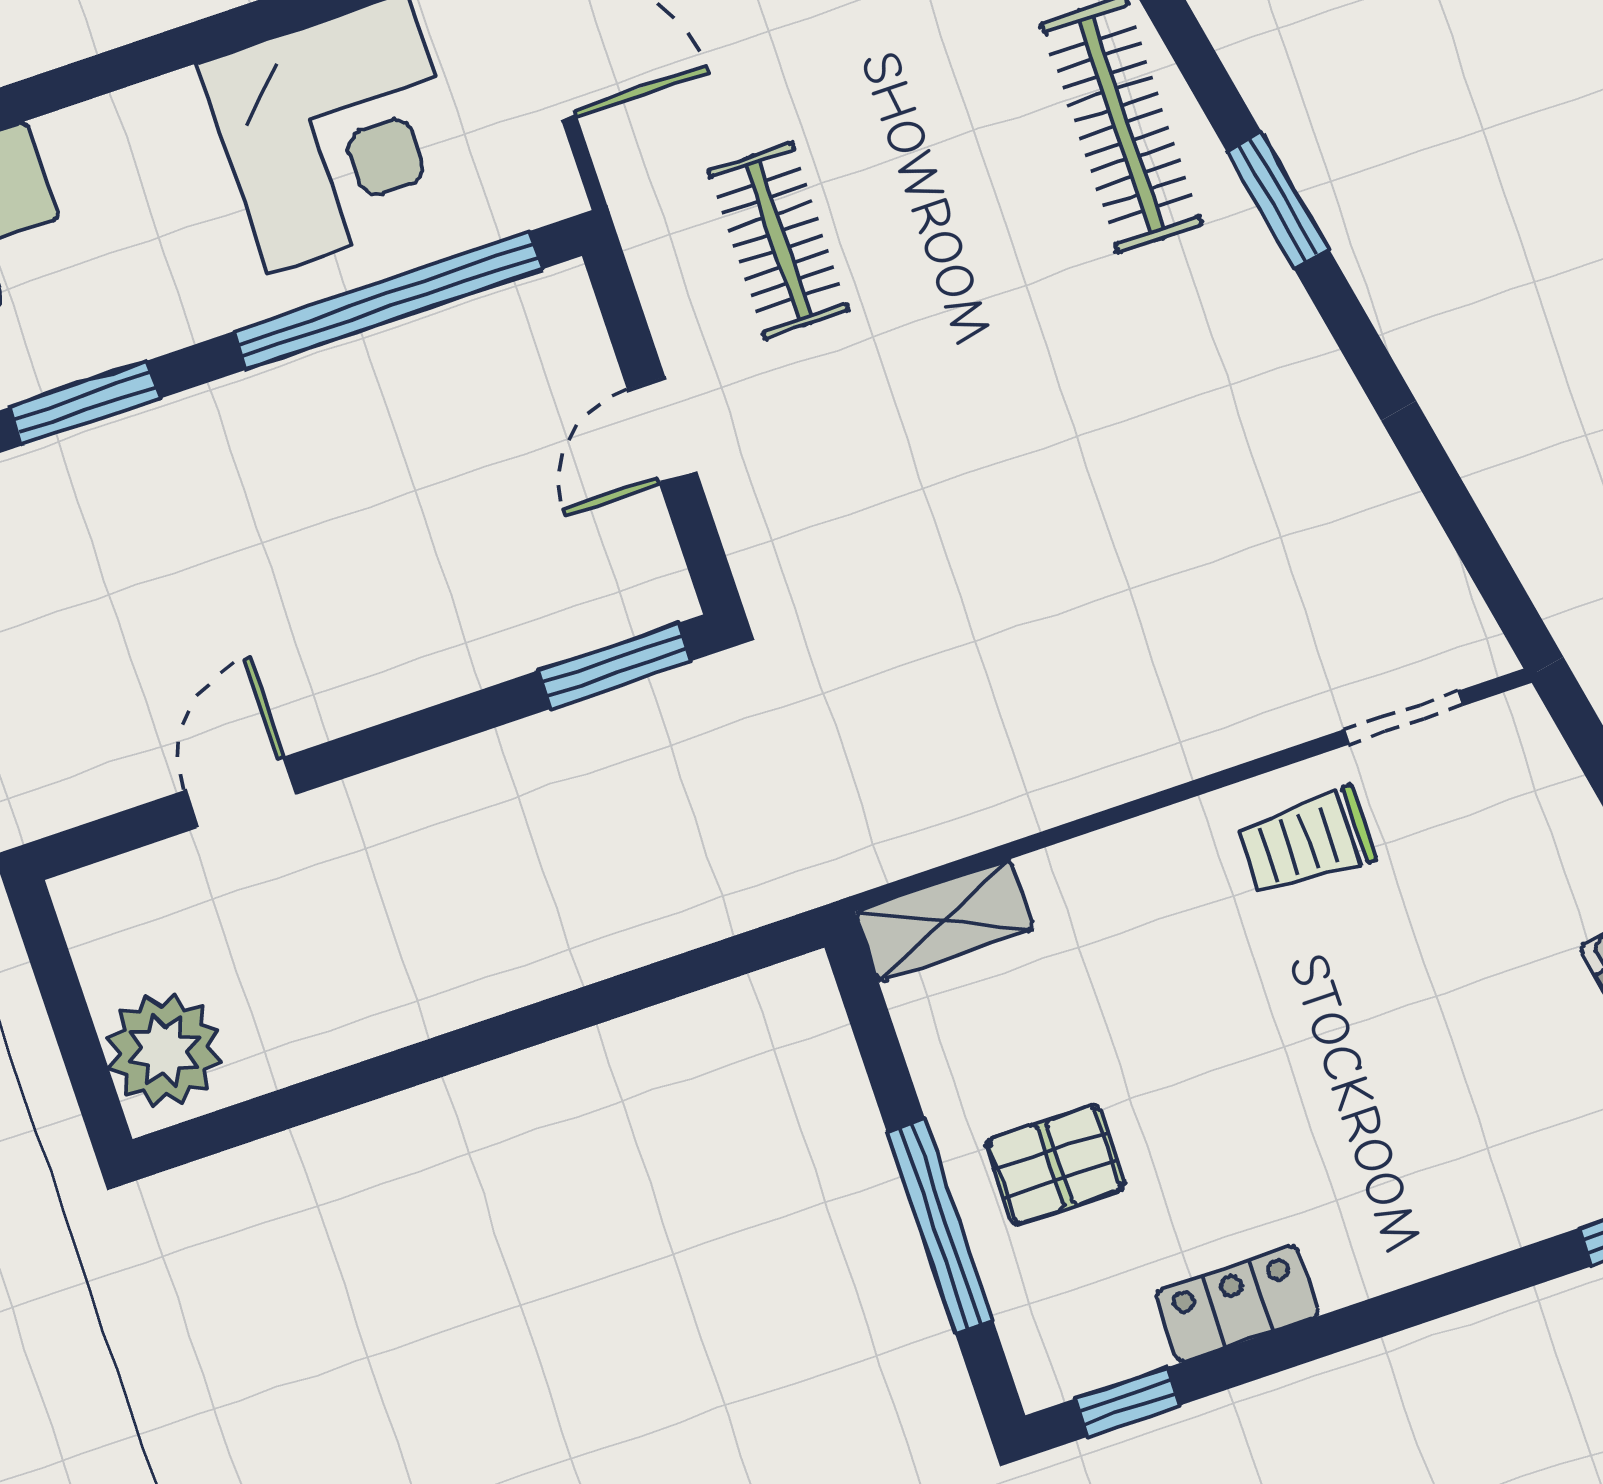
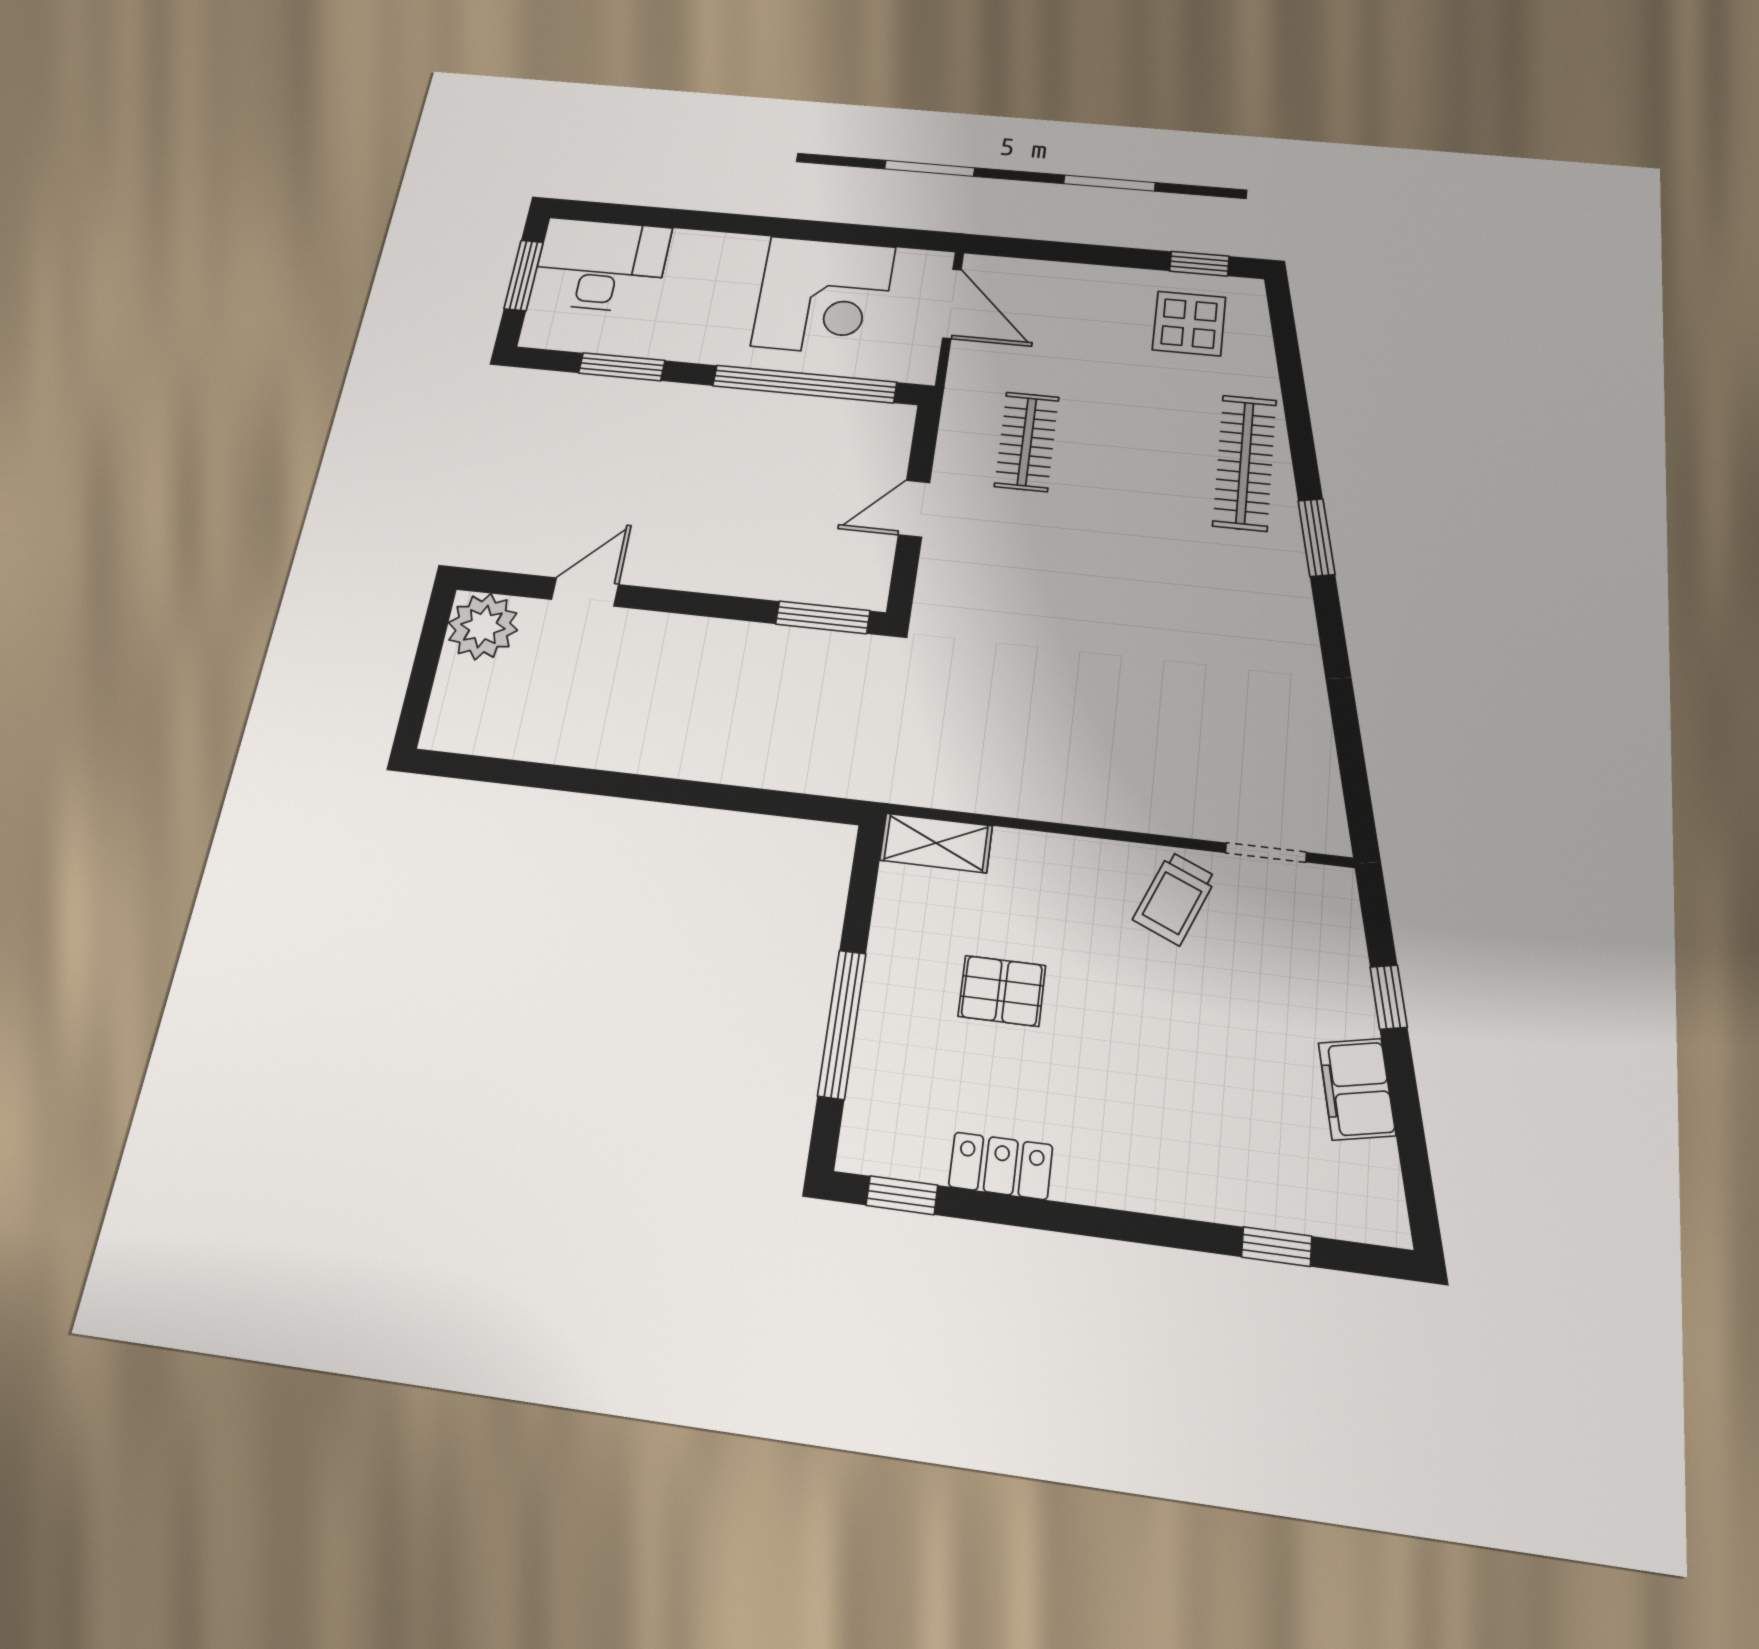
trolley: (1307, 842) -> (1175, 898), turned -67
plant: (164, 1050) -> (483, 627), moved
pallet: (1055, 1165) -> (1002, 991), moved

